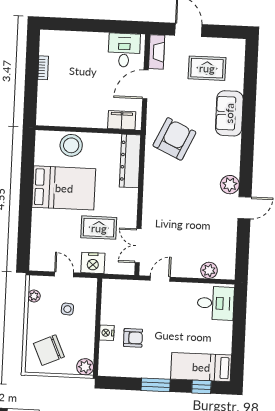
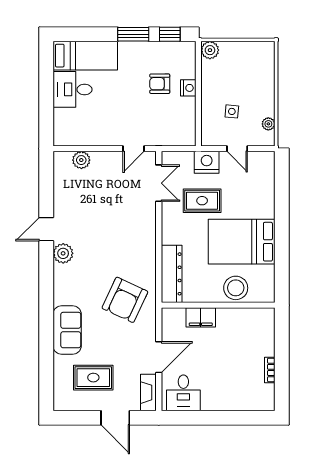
filing cabinet: (122, 120) -> (201, 317), moved
desk: (216, 303) -> (72, 89), moved
chair: (49, 350) -> (250, 66), removed
window: (201, 387) -> (170, 34), moved

